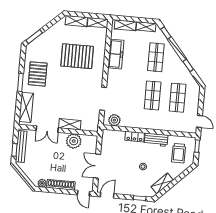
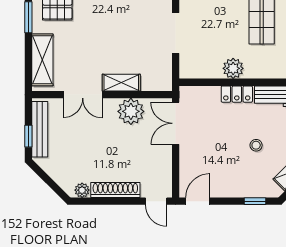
plant: (114, 120) -> (233, 68), moved
double door: (97, 166) -> (176, 123), moved

